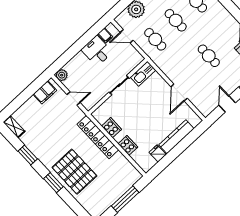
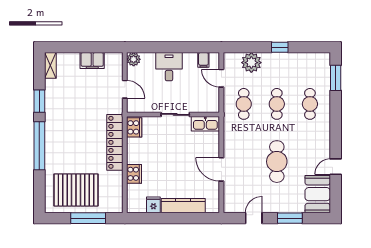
desk: (97, 51) -> (169, 67), moved
cafe table: (209, 56) -> (277, 162), width x1.37, depth x1.35
filing cabinet: (45, 92) -> (92, 61), moved
door: (179, 92) -> (221, 169), hinge flipped
cooker: (112, 128) -> (134, 127), moved
pallet: (74, 172) -> (76, 190), moved, turned 90
window: (53, 183) -> (39, 146), width x2.11

